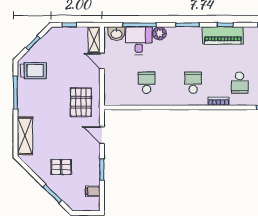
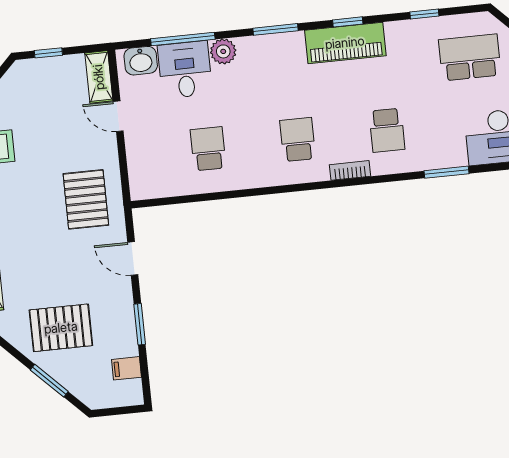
pallet: (61, 167) -> (61, 328), width x1.50, depth x1.42

